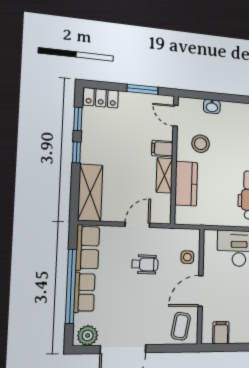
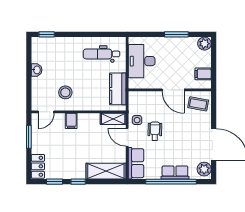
washbasin: (212, 106) -> (37, 70), moved
shelving: (164, 175) -> (113, 119), moved
kitchen counter: (186, 184) -> (118, 89), moved, turned -90
row of seats: (88, 248) -> (136, 163), moved, turned 90
side table: (187, 257) -> (137, 120), moved

